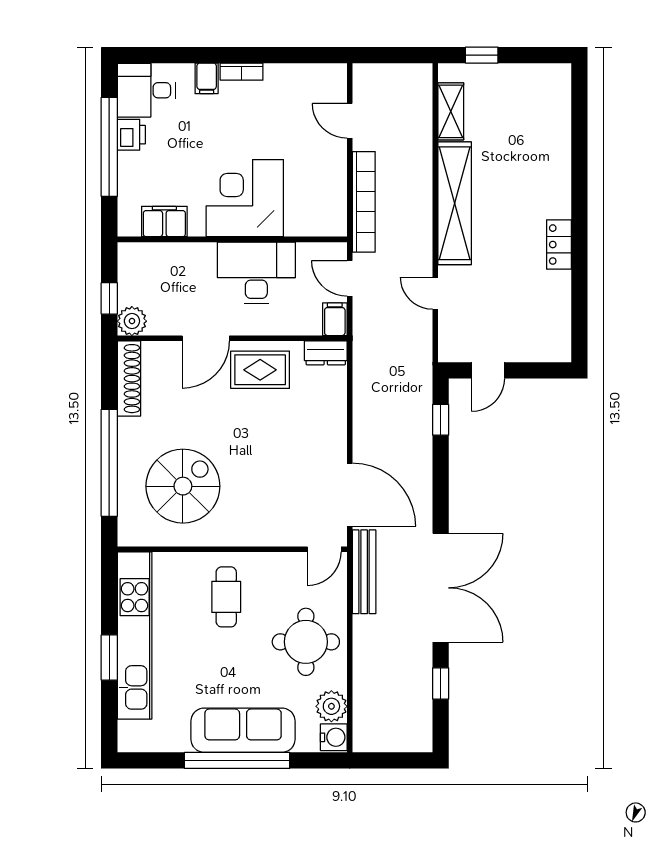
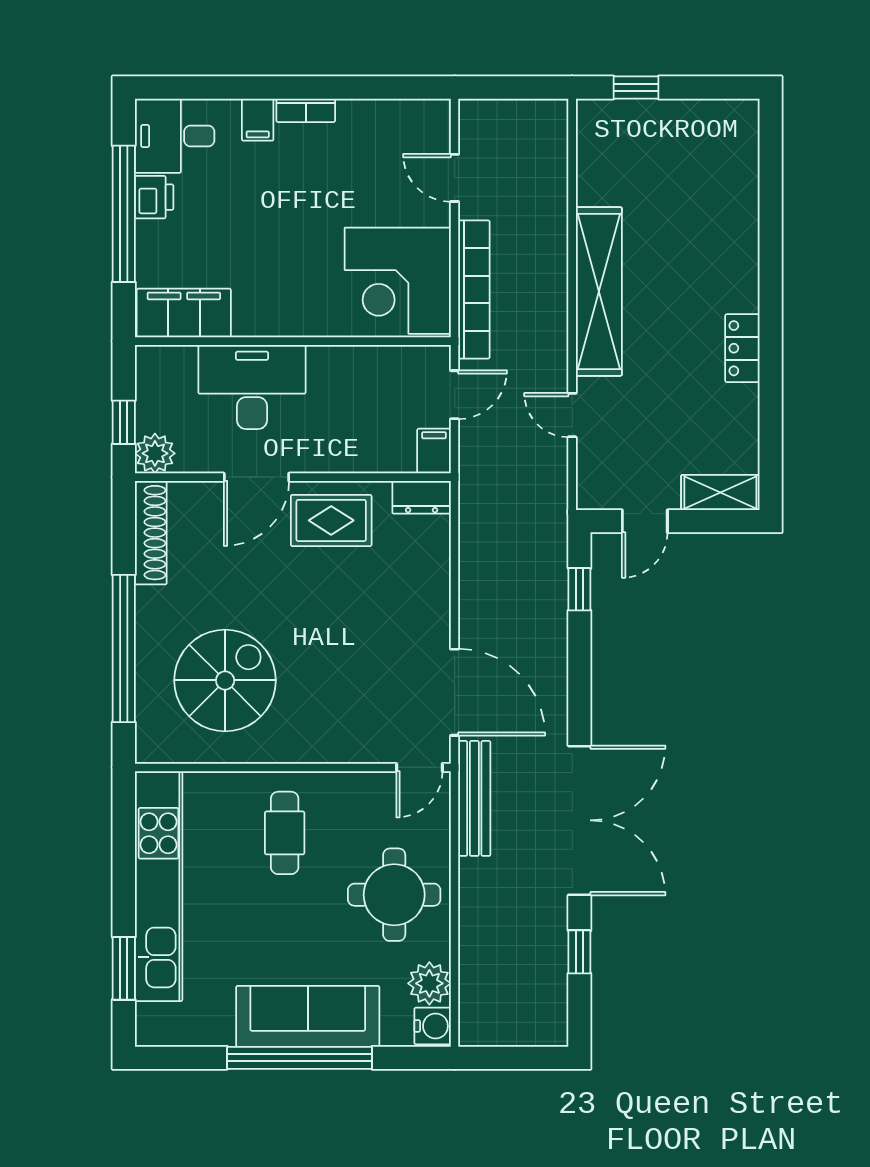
shelving: (451, 111) -> (720, 493), moved, turned 90
corner desk: (245, 198) -> (398, 281), moved, turned -90
filing cabinet: (164, 221) -> (184, 313), width x1.50, depth x1.17
desk: (256, 273) -> (252, 387), moved
door: (350, 278) -> (455, 395), swing flipped
window: (109, 657) -> (124, 968), moved

